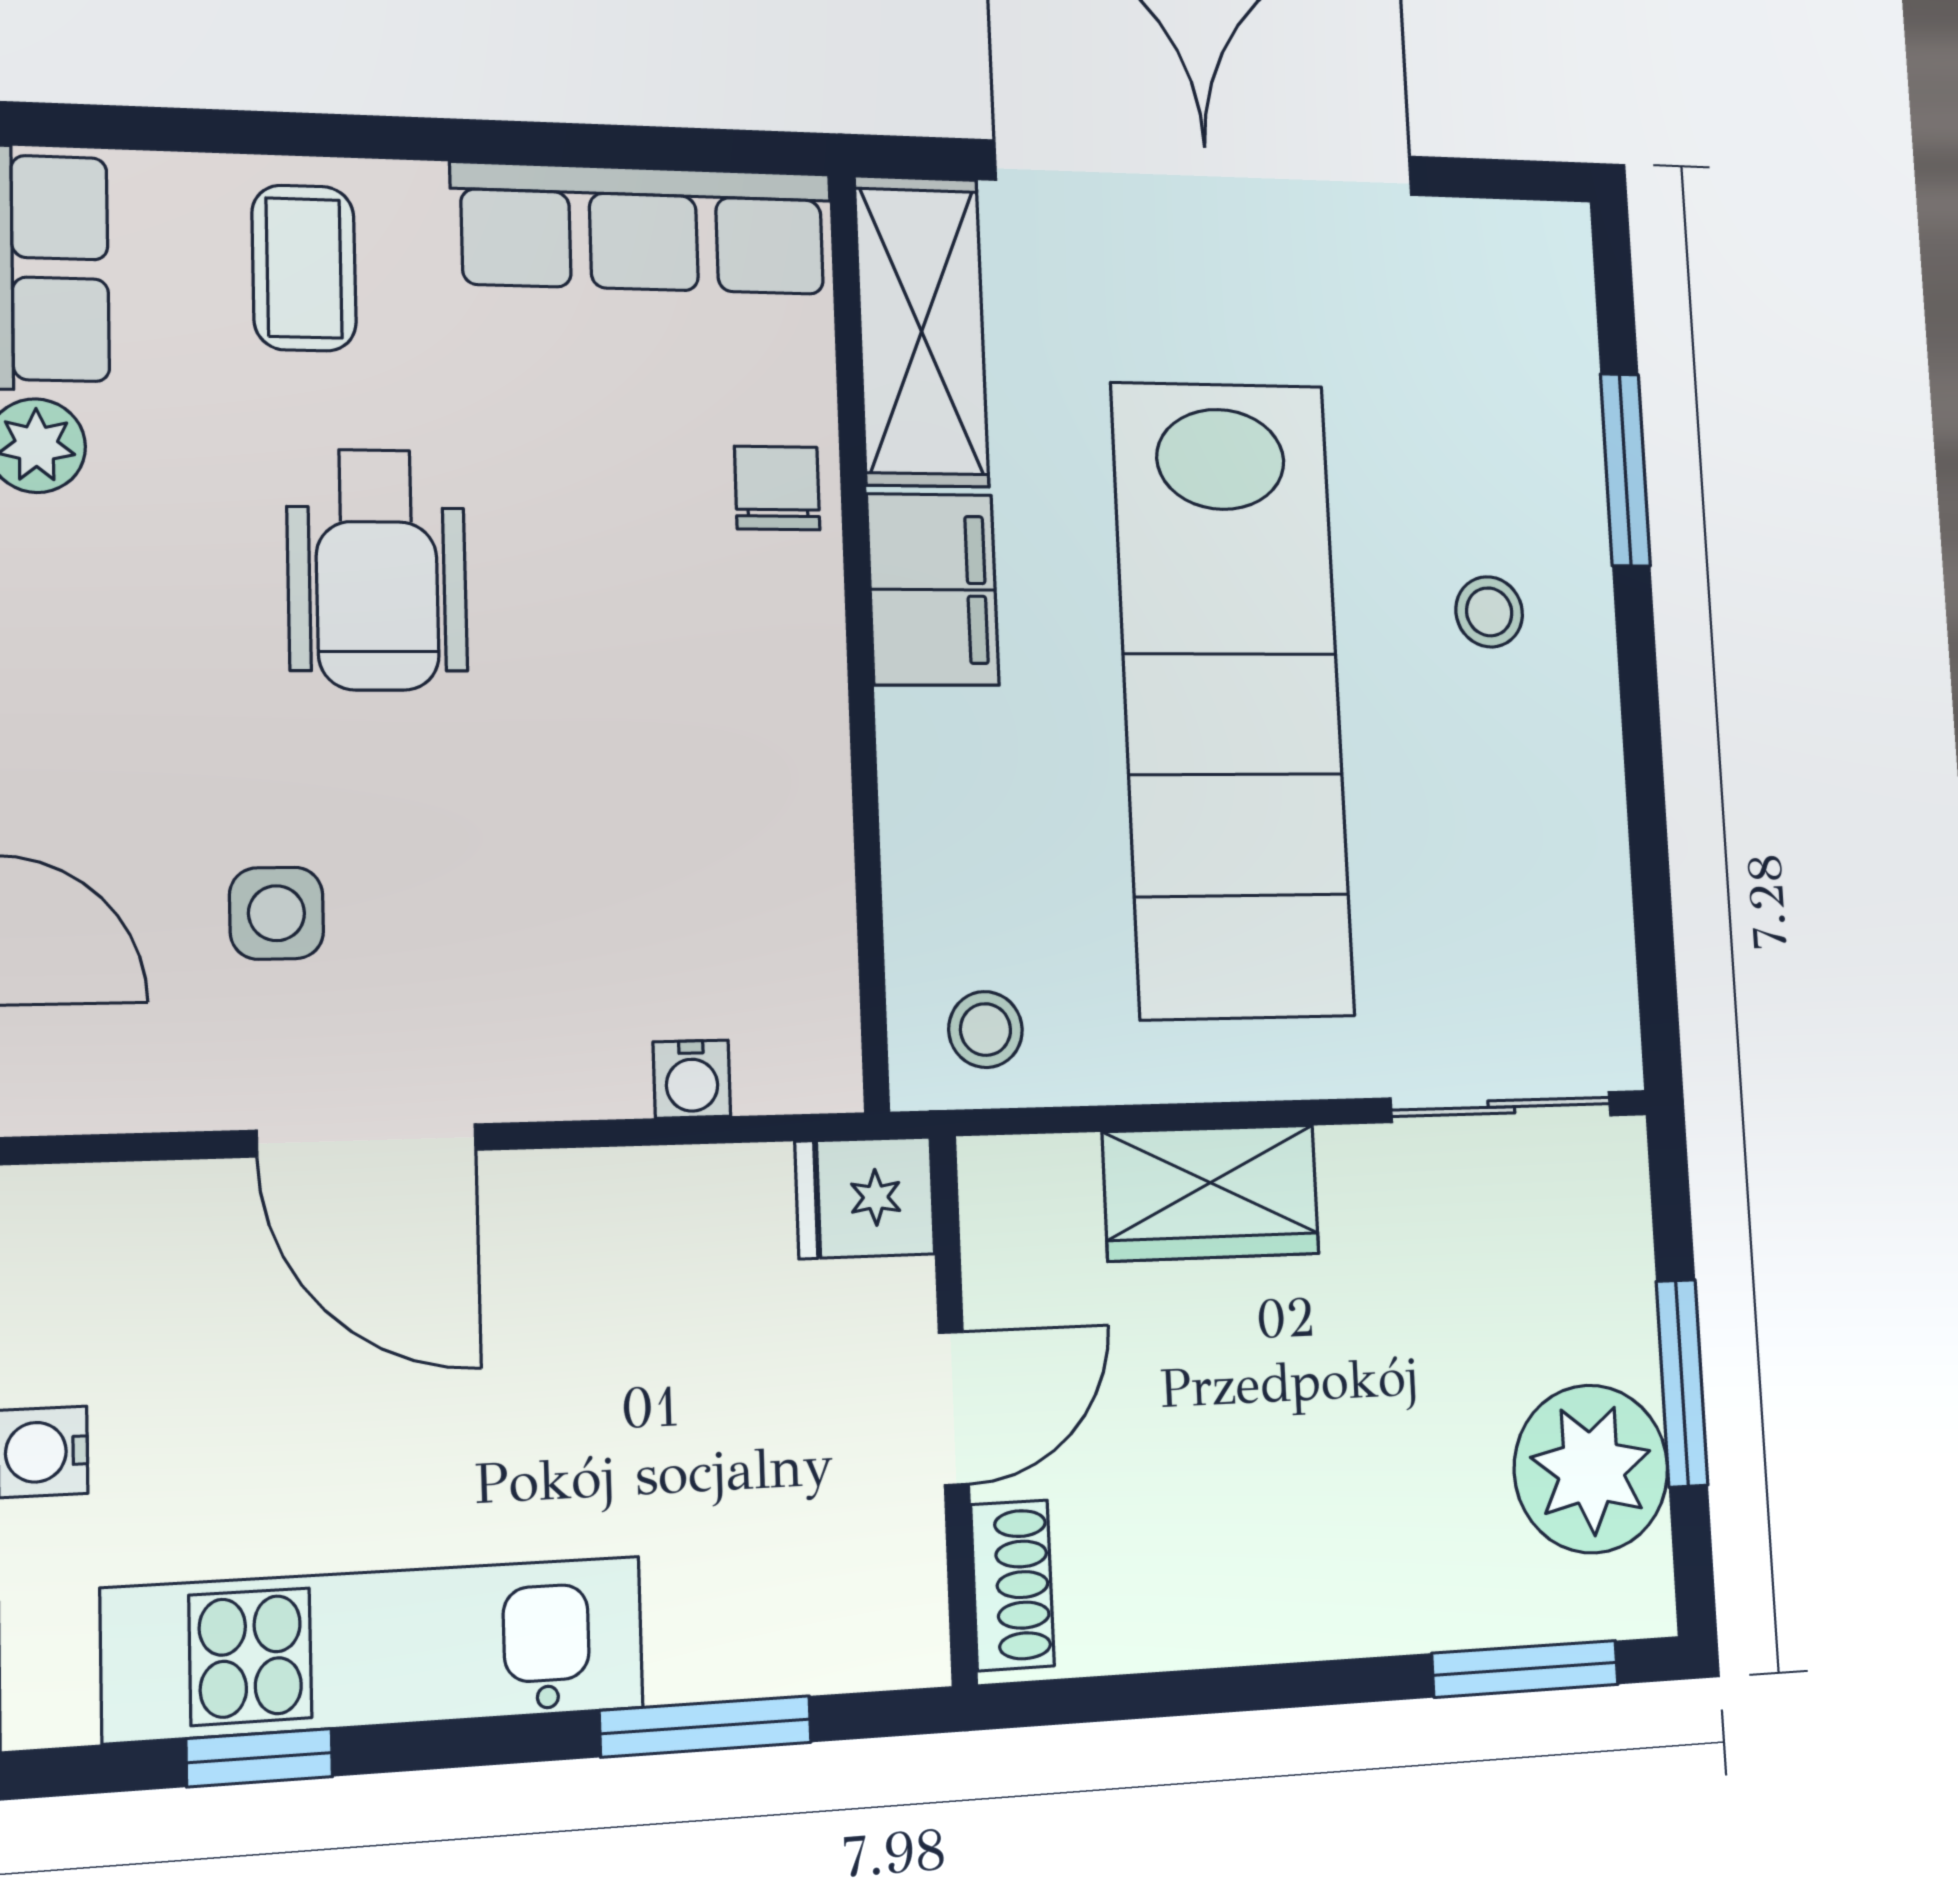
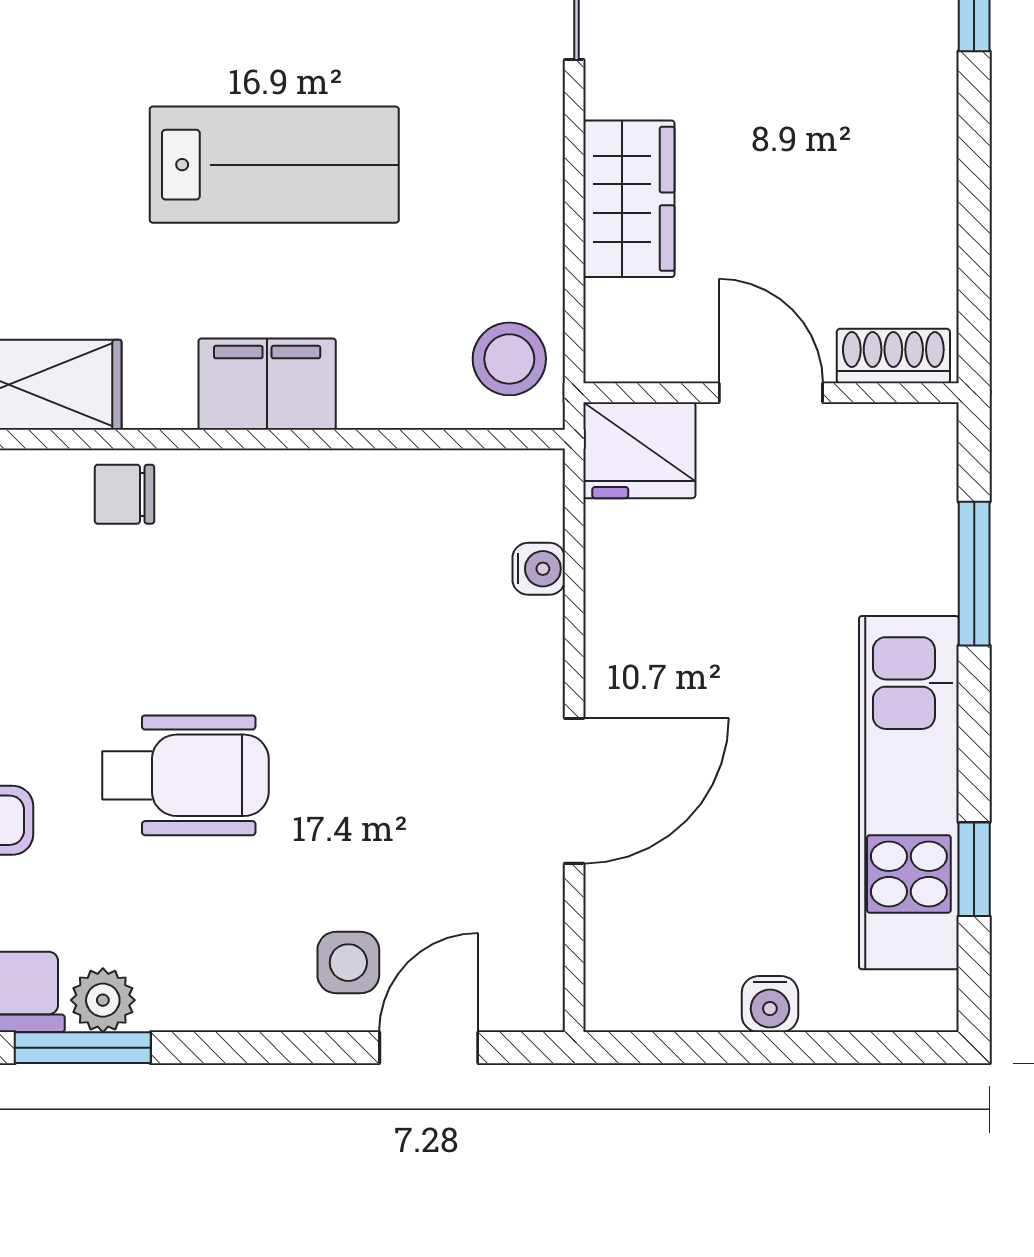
filing cabinet: (933, 590) -> (267, 384), moved
lab bench: (1232, 698) -> (274, 165), width x0.54, depth x0.72
side table: (276, 913) -> (348, 963), moved
stool: (985, 1030) -> (509, 359), width x1.37, depth x1.37
fridge: (865, 1198) -> (639, 450), width x1.38

